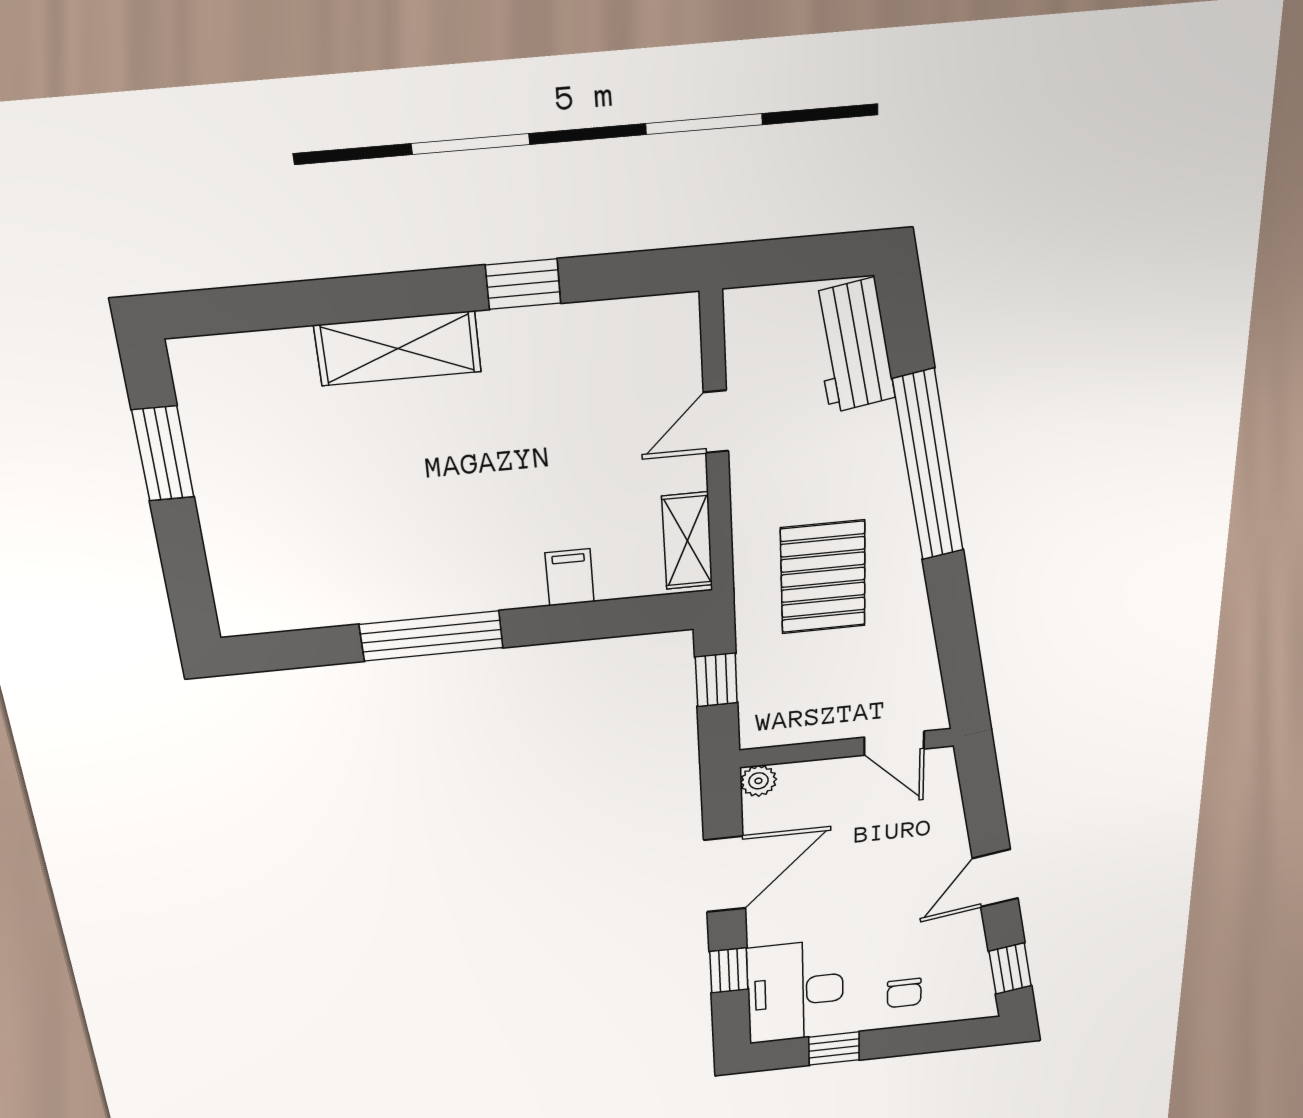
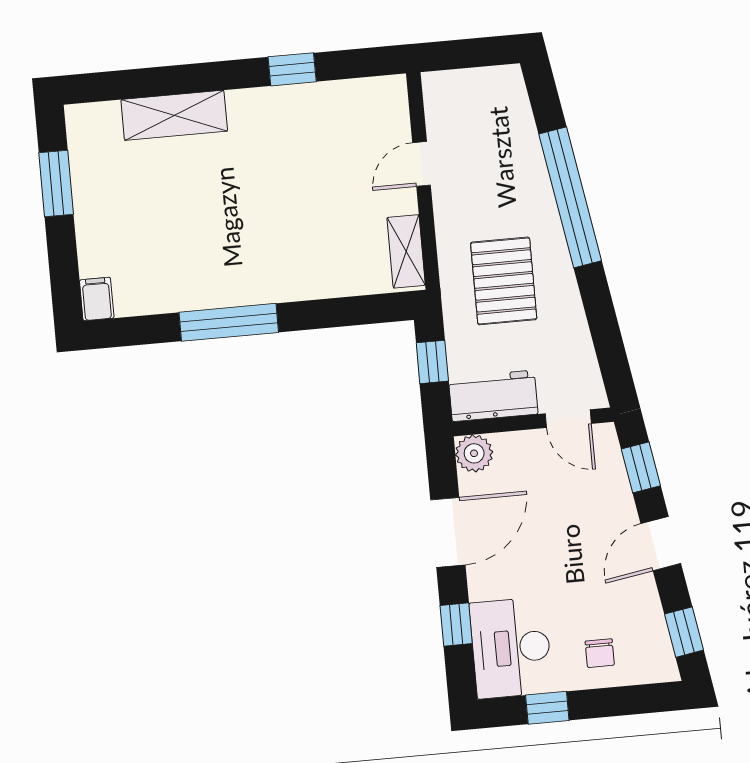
workbench: (852, 346) -> (493, 396), moved, turned 99
shelving: (398, 348) -> (174, 115), moved
filing cabinet: (570, 577) -> (97, 299), moved
plant: (758, 781) -> (474, 453), width x1.38, depth x1.38
window: (982, 796) -> (641, 467), added

